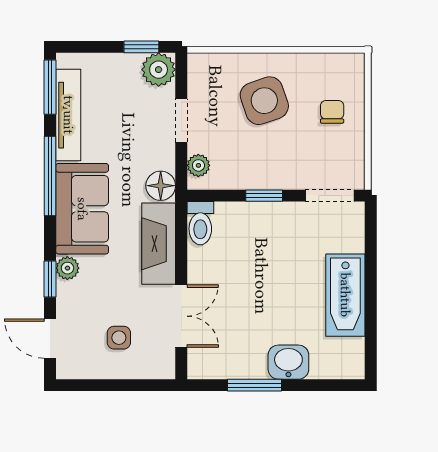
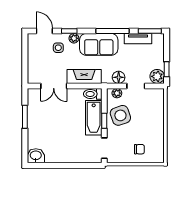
side table: (264, 101) -> (120, 115), moved
tv unit: (68, 115) -> (138, 39), width x0.71
floor lamp: (161, 186) -> (119, 77), moved
bathtub: (345, 295) -> (94, 118), moved, turned -90
side table: (119, 338) -> (58, 48), moved
door: (50, 339) -> (44, 31), hinge flipped
washbasin: (288, 362) -> (36, 156), moved, turned -90

